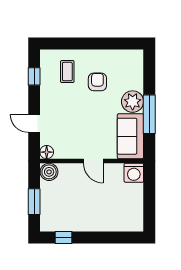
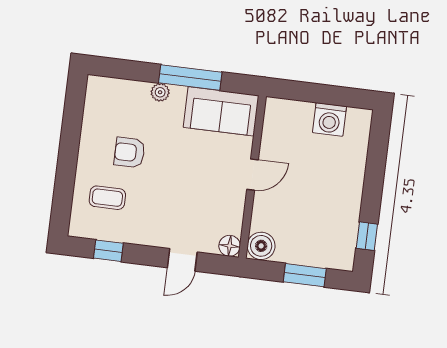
plant: (133, 102) -> (160, 92), width x0.53, depth x0.53
washing machine: (134, 173) -> (329, 119), moved, turned 90

